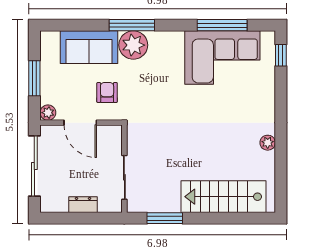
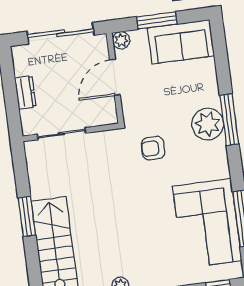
sofa: (89, 47) -> (181, 42), moved, turned -90
armchair: (107, 92) -> (153, 148), moved, turned 180
window: (165, 218) -> (27, 217), moved

